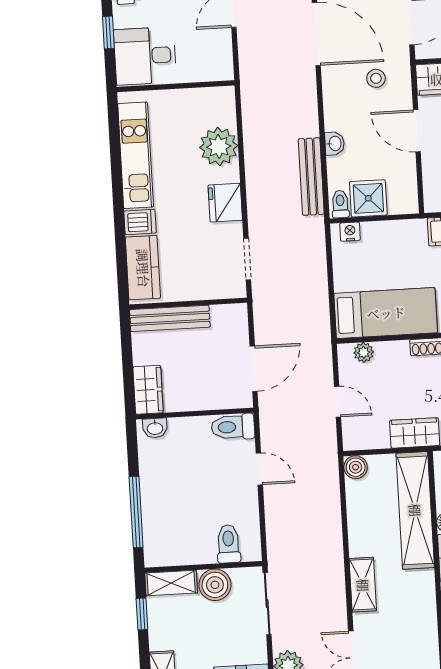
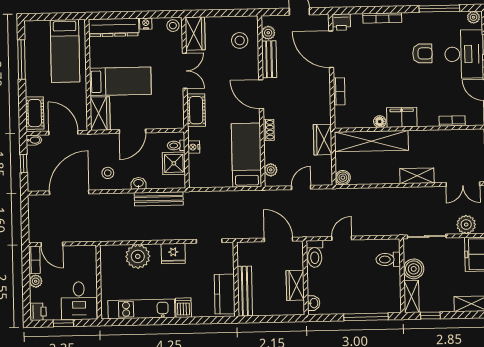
stool: (376, 78) -> (108, 173), moved
toilet: (340, 204) -> (176, 145), moved
nightstand: (350, 232) -> (194, 147), moved
kitchen counter: (143, 268) -> (225, 294), moved, turned -90
wardrobe: (148, 390) -> (295, 285), moved, turned -90

